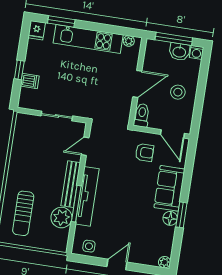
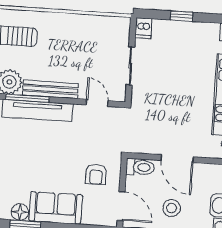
dishwasher: (30, 81) -> (143, 28), moved
door: (172, 134) -> (121, 206), swing flipped

